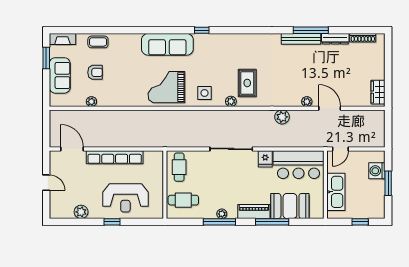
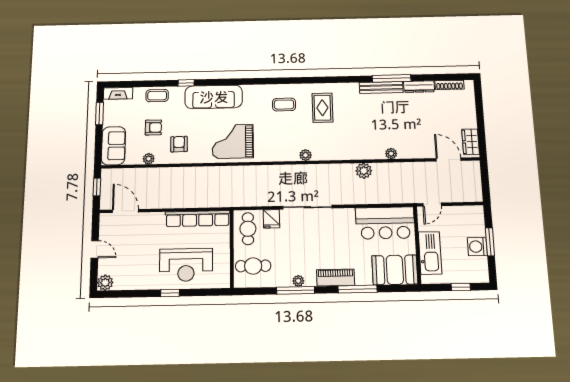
window: (202, 30) -> (186, 83), moved
sofa: (167, 44) -> (214, 97), moved
coffee table: (213, 53) -> (284, 105), added
sofa: (60, 75) -> (113, 146), moved
rug: (247, 83) -> (322, 108), moved
armchair: (118, 89) -> (179, 144), added
side table: (204, 93) -> (276, 147), removed
door: (330, 108) -> (449, 160), moved
window: (46, 127) -> (97, 187), added
row of seats: (115, 157) -> (198, 219), moved
fridge: (265, 159) -> (271, 219), moved
washing machine: (377, 171) -> (477, 247), moved
booth: (290, 206) -> (395, 270), moved
plant: (81, 212) -> (105, 283), moved

